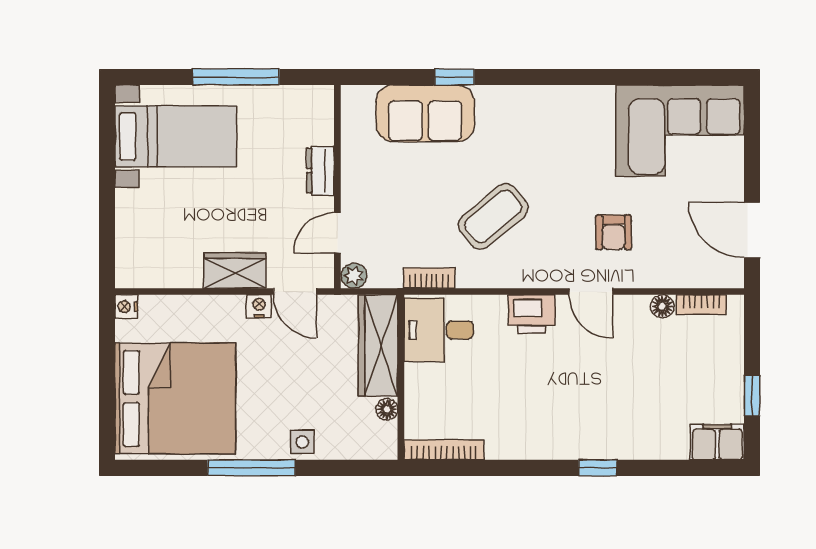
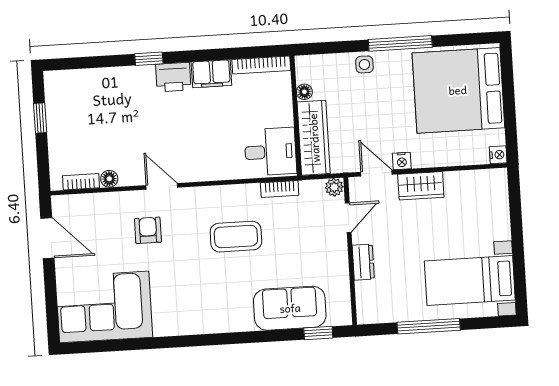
window: (455, 77) -> (318, 333), moved
coffee table: (493, 216) -> (236, 237), turned 40
printer: (532, 314) -> (173, 77), moved, turned 180
filing cabinet: (717, 442) -> (211, 74), moved

